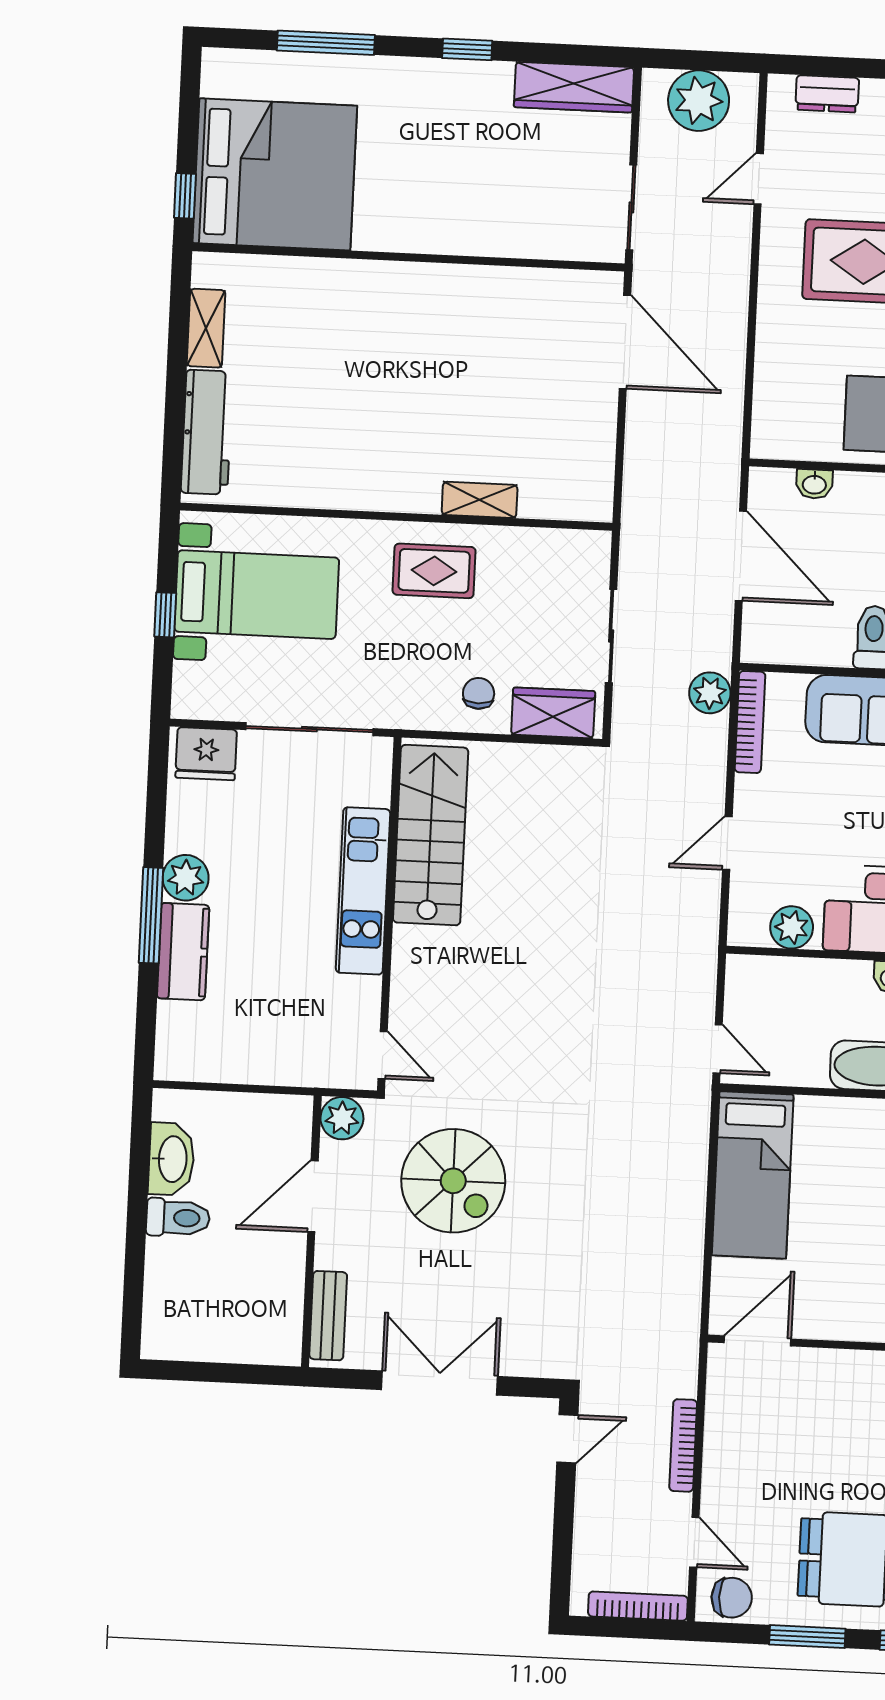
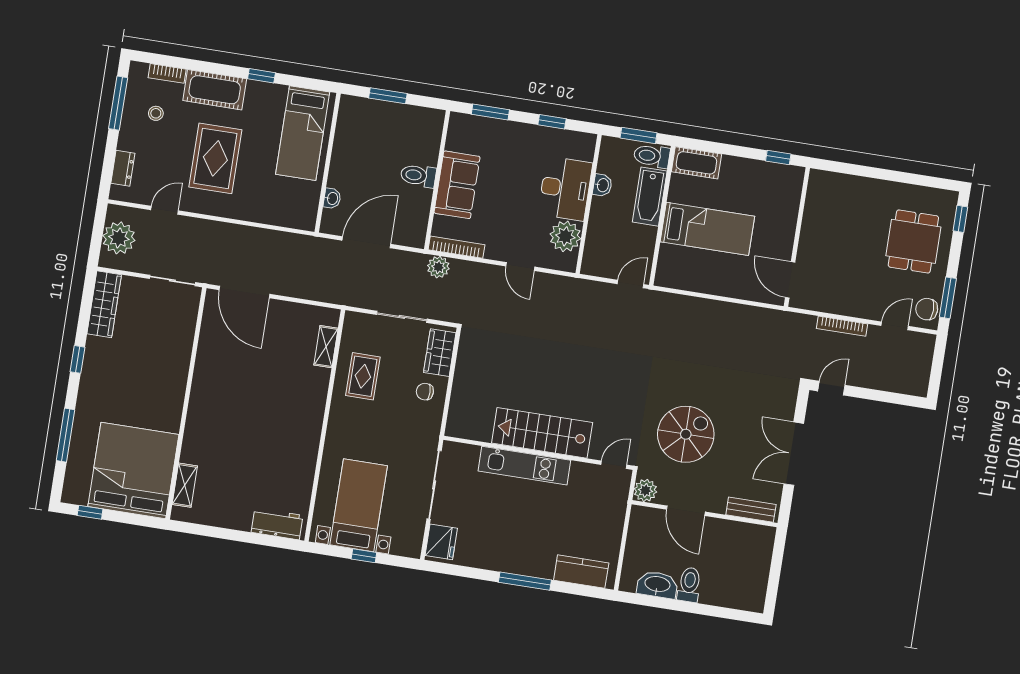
door: (759, 179) -> (165, 210), swing flipped
window: (185, 196) -> (90, 512), moved
shelving: (206, 328) -> (185, 485), moved, turned 90
door: (625, 342) -> (244, 292), swing flipped
workbench: (207, 432) -> (277, 524), width x0.73
shelving: (480, 500) -> (326, 347), moved
rug: (434, 571) -> (363, 376), moved
stairs: (431, 835) -> (542, 433), moved
plant: (186, 878) -> (507, 560), removed
plant: (792, 927) -> (565, 236), width x1.36, depth x1.36
kitchen counter: (183, 952) -> (581, 572), moved
bed: (753, 1175) -> (707, 229), moved
door: (567, 1439) -> (831, 388), hinge flipped
chair: (732, 1598) -> (927, 309), turned -90
bookcase: (638, 1606) -> (926, 360), removed
window: (807, 1637) -> (948, 298), moved

